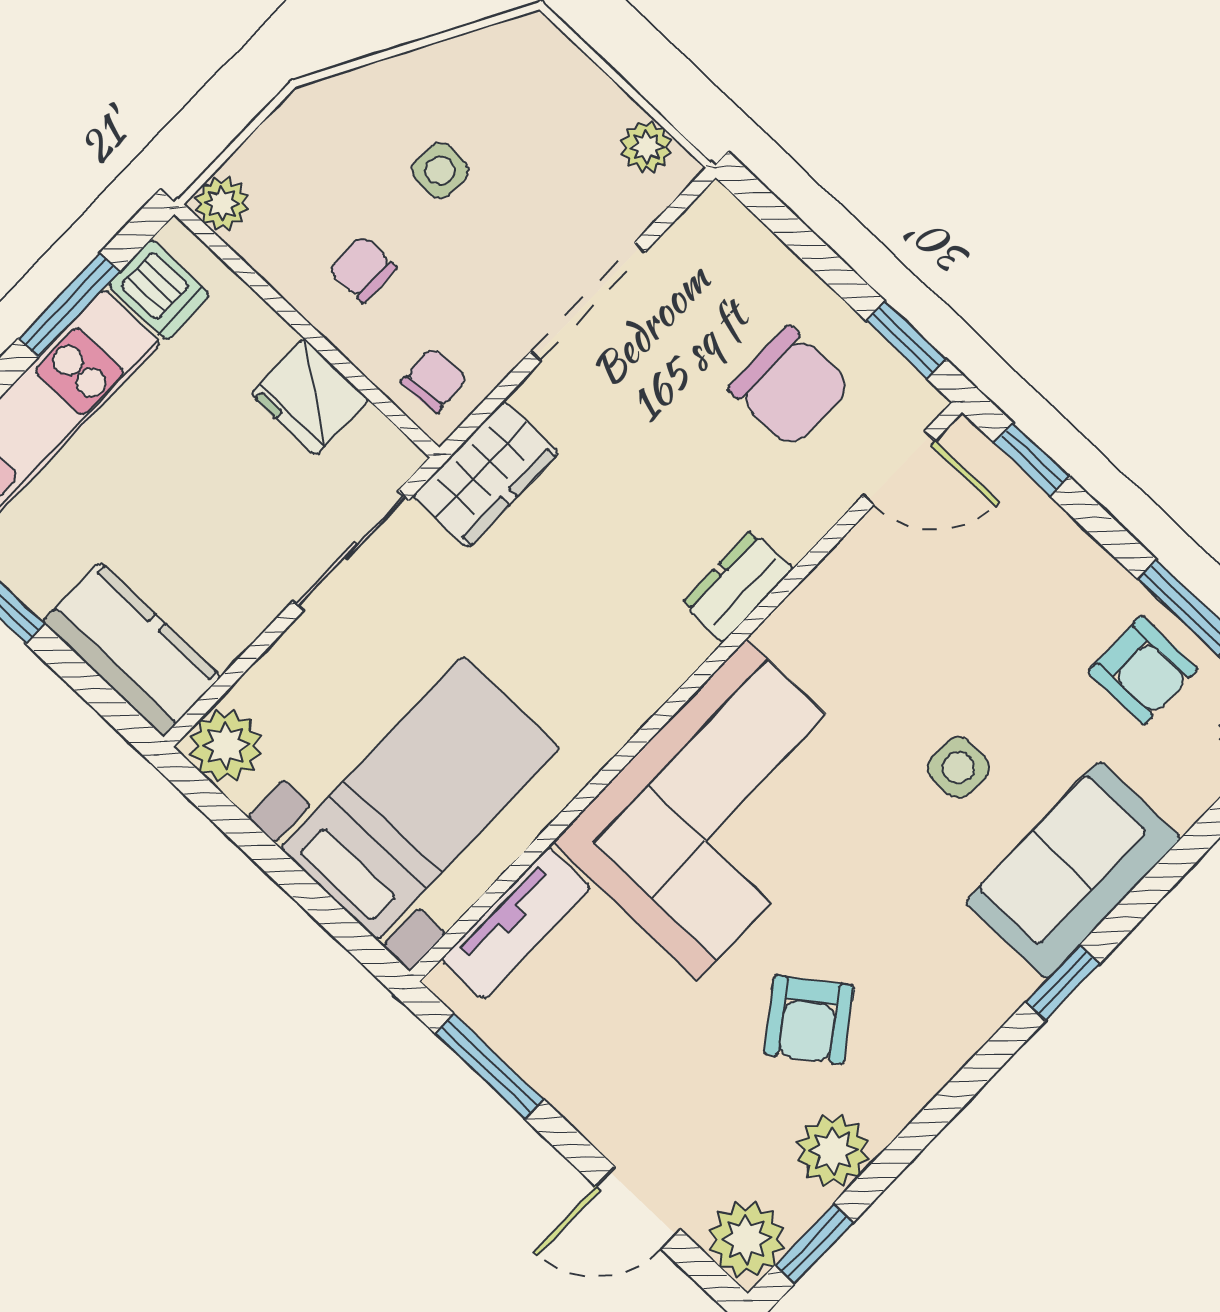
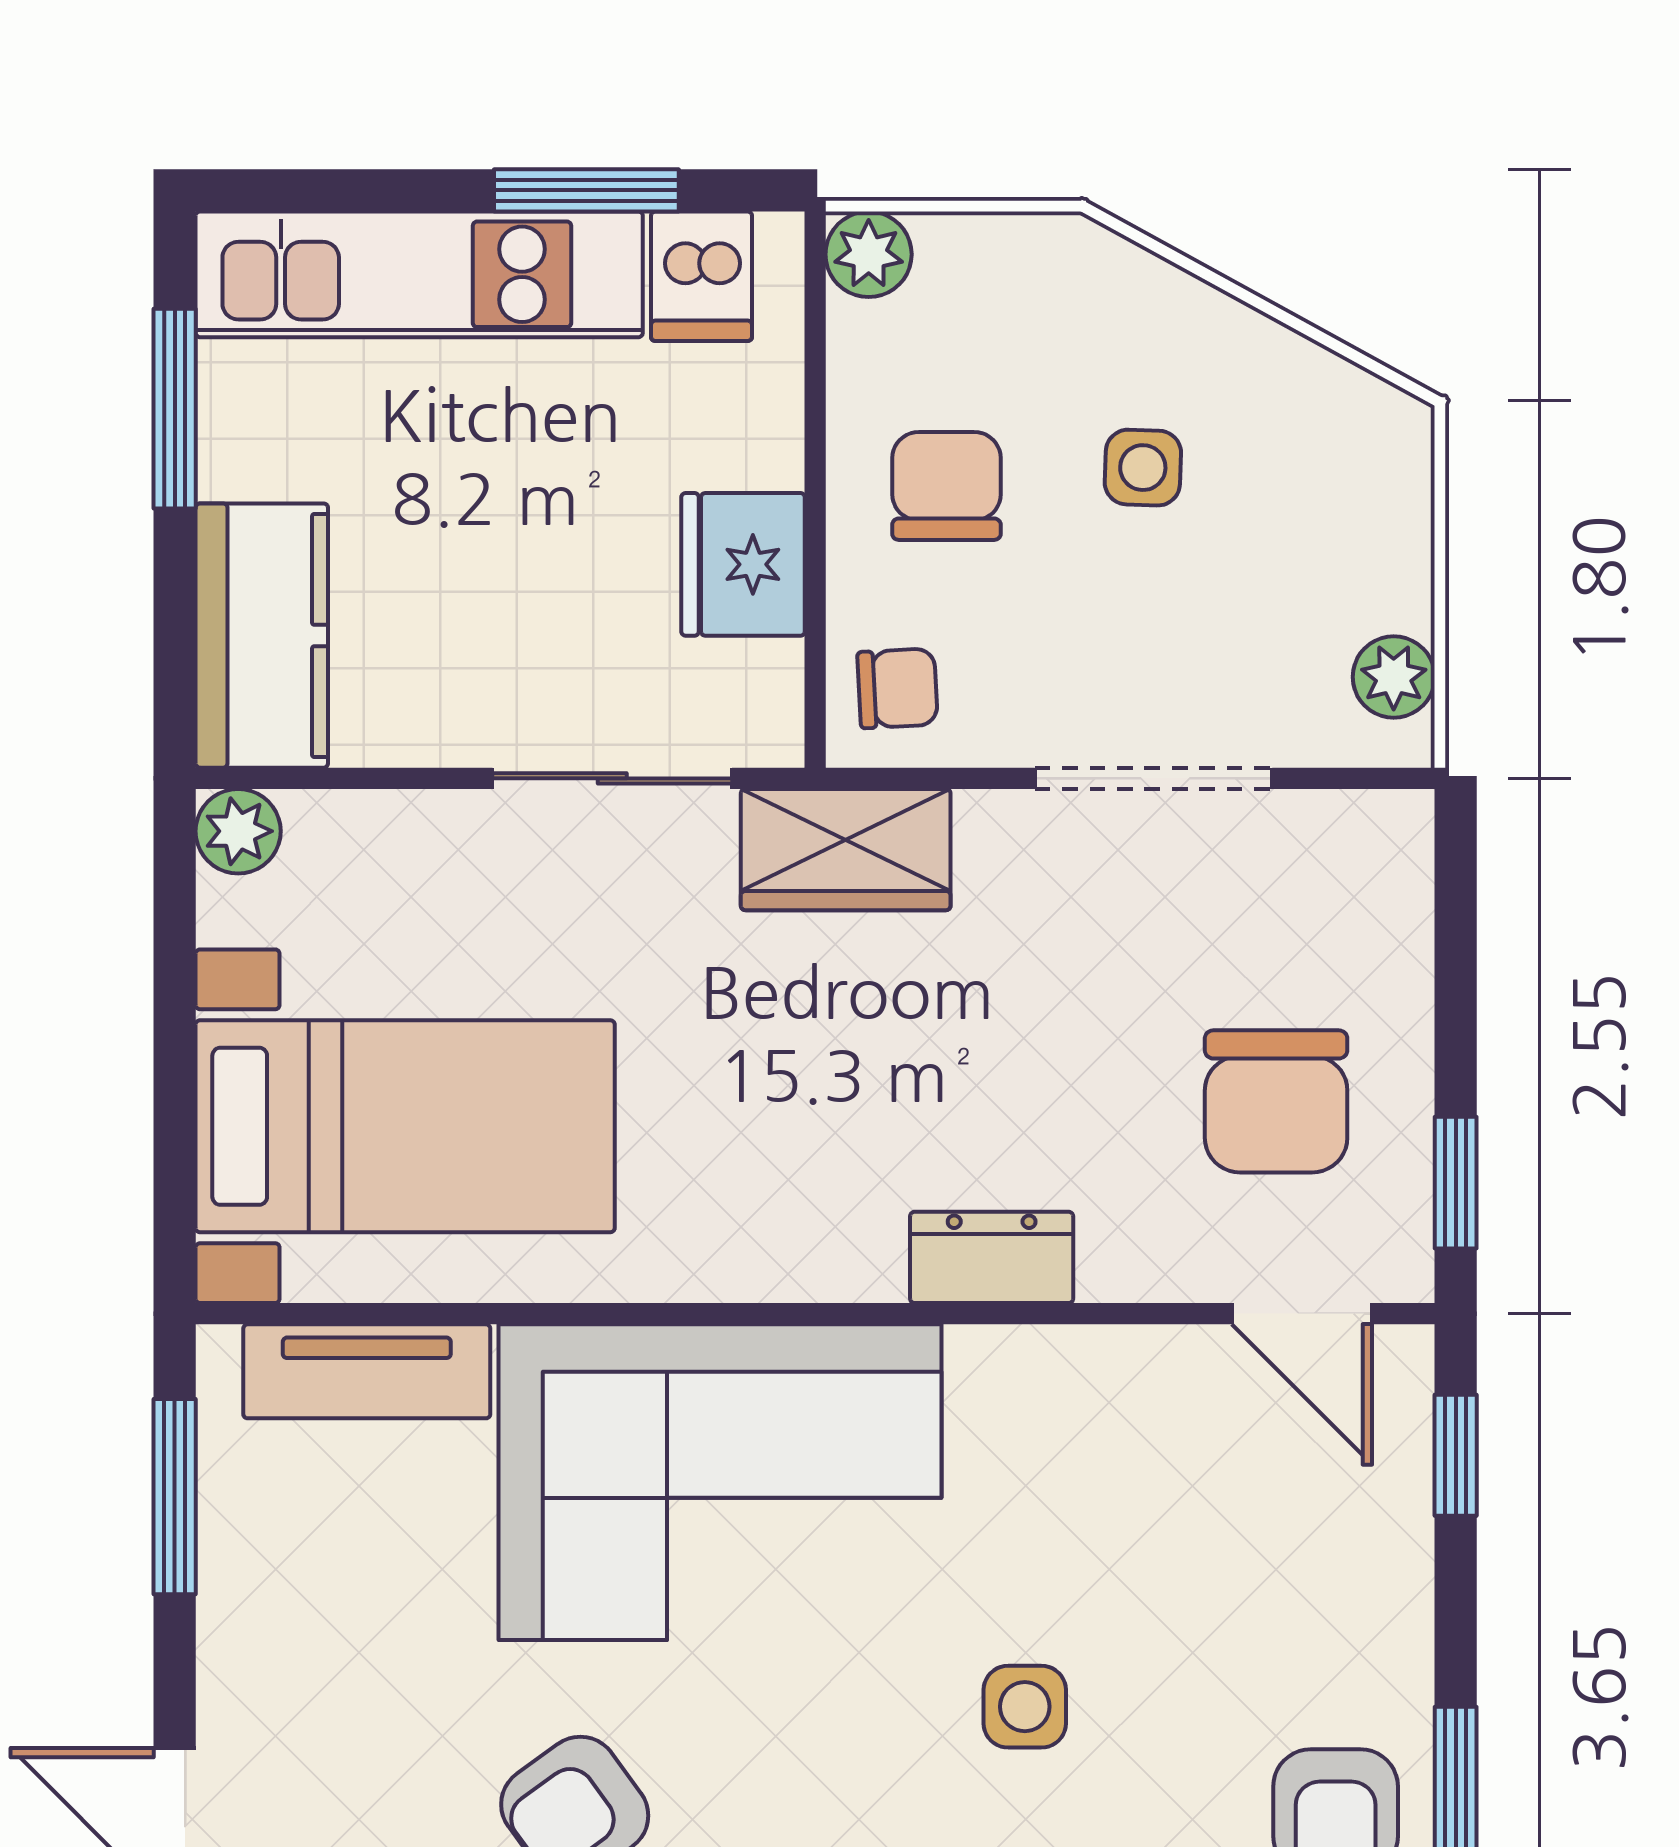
chair: (363, 269) -> (946, 486), width x1.37, depth x1.37
plant: (226, 746) -> (238, 831), width x0.73, depth x0.73

